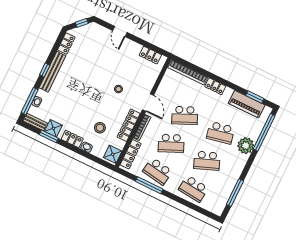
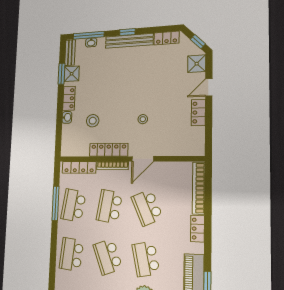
locker: (150, 55) -> (198, 112), moved
school desk: (171, 143) -> (109, 206), turned 33
shower: (113, 154) -> (197, 64), moved

